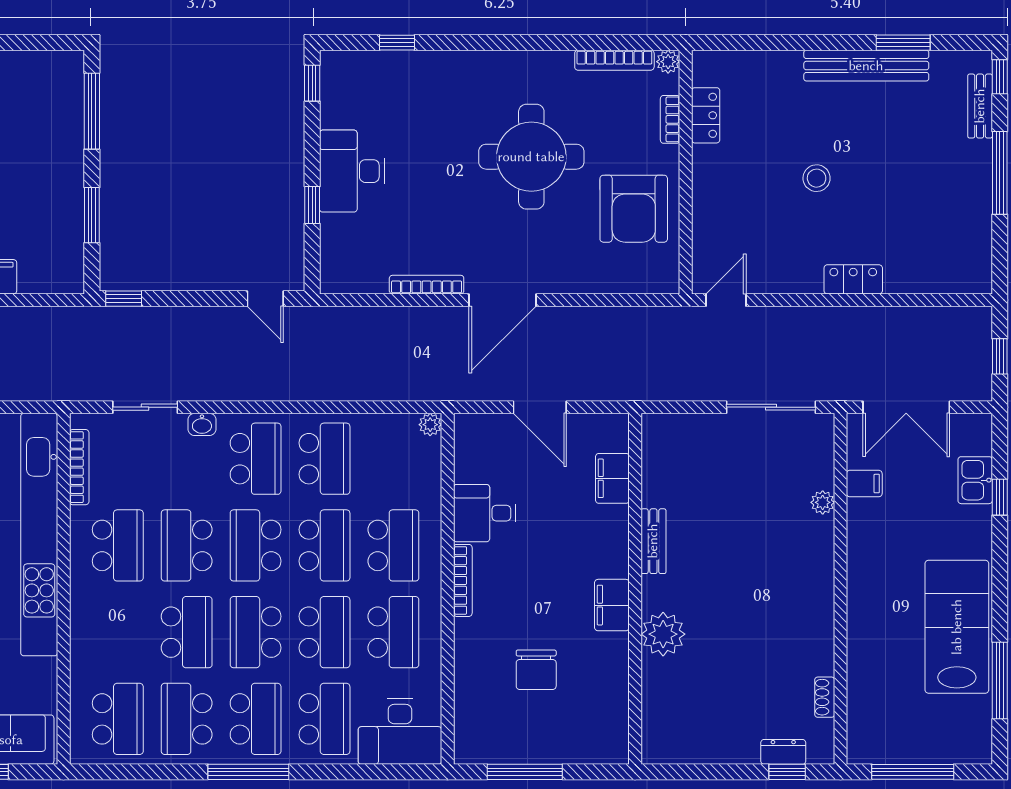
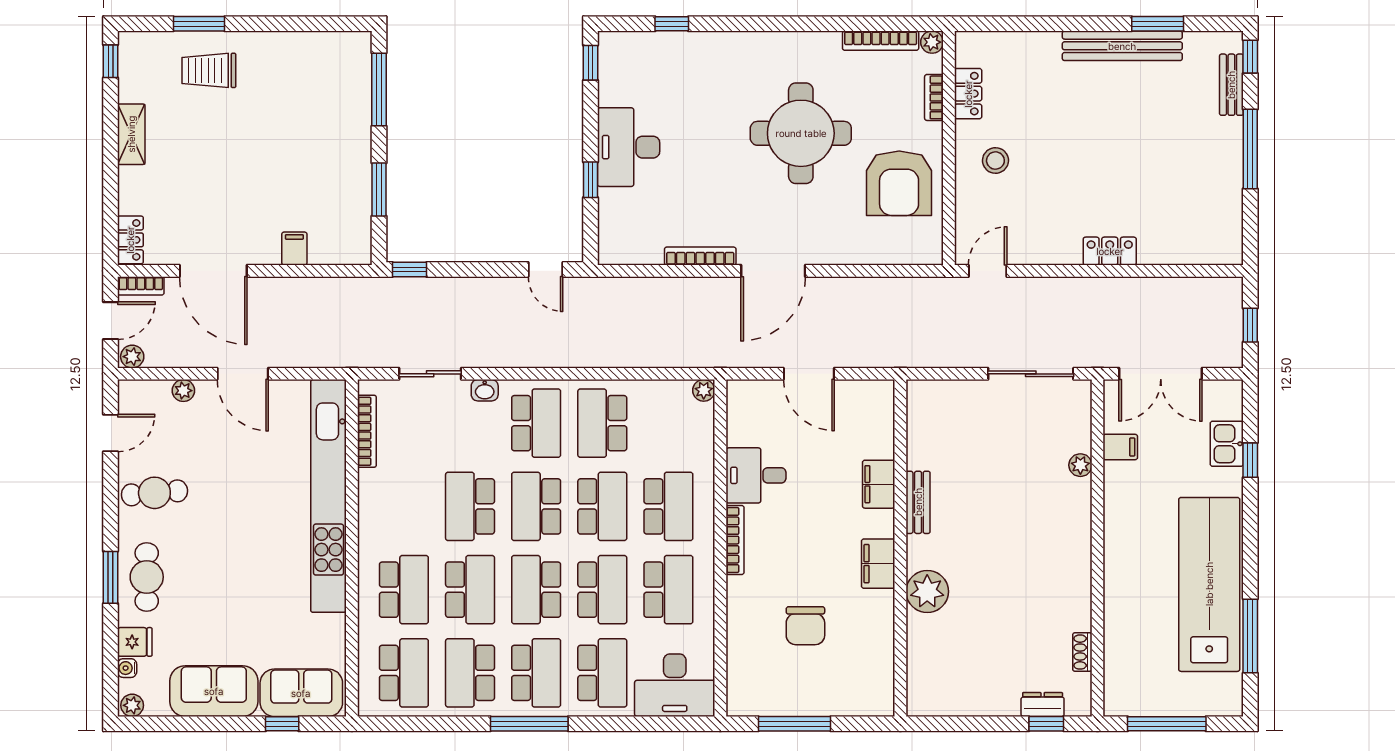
stool: (817, 178) -> (995, 161), moved
school desk: (324, 459) -> (602, 423), turned 180
filing cabinet: (612, 478) -> (879, 484), moved
school desk: (118, 545) -> (404, 590), moved
lab bench: (957, 627) -> (1209, 584), width x1.36

